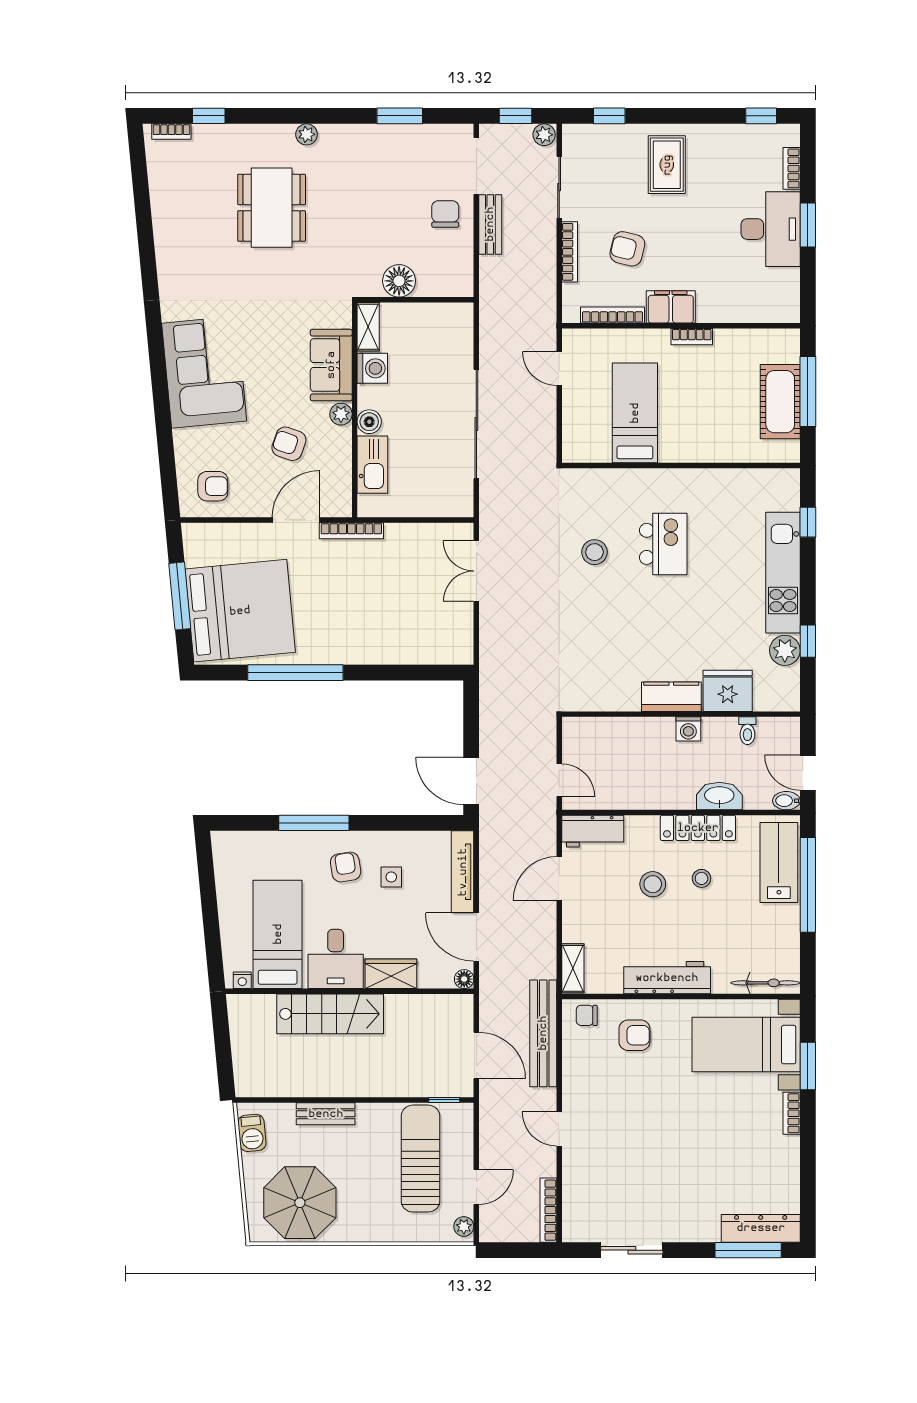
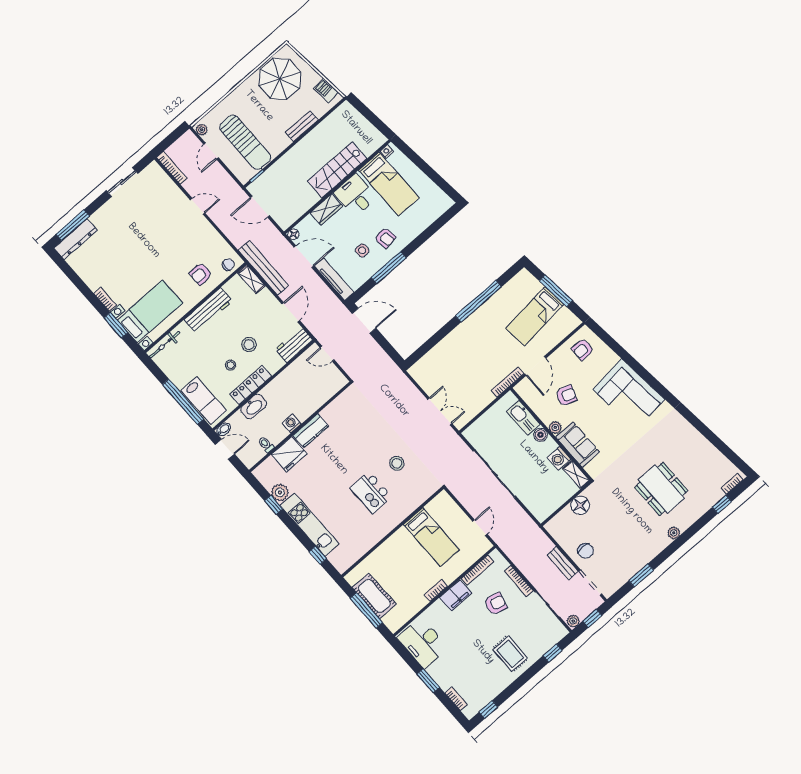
desk: (771, 229) -> (423, 643), moved
door: (559, 369) -> (480, 528), hinge flipped
bed: (240, 611) -> (535, 316), width x0.49
window: (314, 823) -> (389, 268), moved
bench: (543, 1033) -> (264, 268), moved

